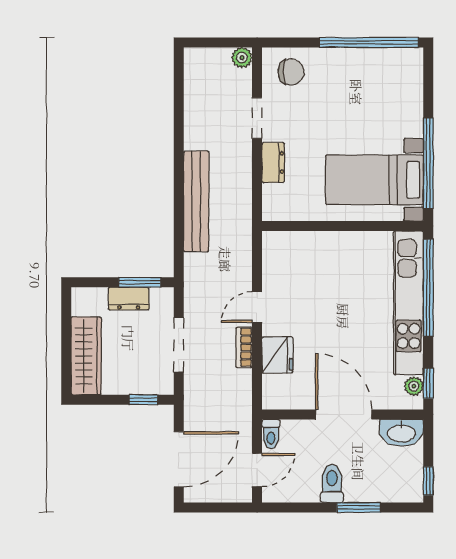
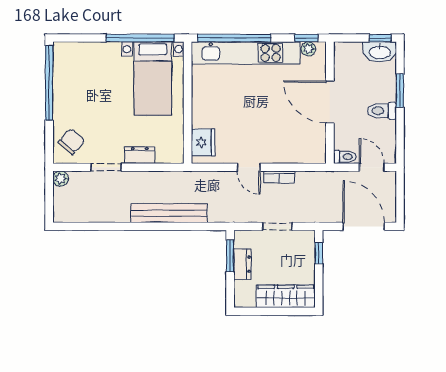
chair: (291, 72) -> (71, 142), turned 41
doorway: (179, 345) -> (277, 226), width x0.73
fridge: (277, 355) -> (203, 142), moved, turned 90
door: (344, 414) -> (330, 102), hinge flipped
washbasin: (401, 433) -> (380, 52), moved, turned 90

